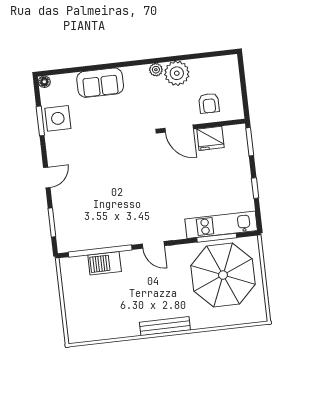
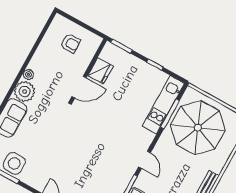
plant: (177, 73) -> (25, 91), moved
armchair: (209, 103) -> (70, 43), moved
door: (153, 245) -> (144, 160), hinge flipped

